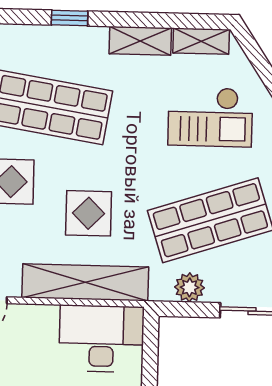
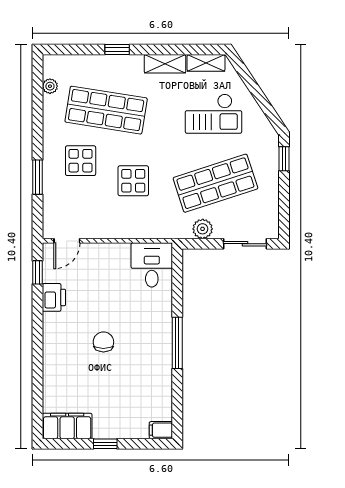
shelving: (85, 282) -> (132, 227), removed
desk: (101, 339) -> (152, 265), width x0.73

